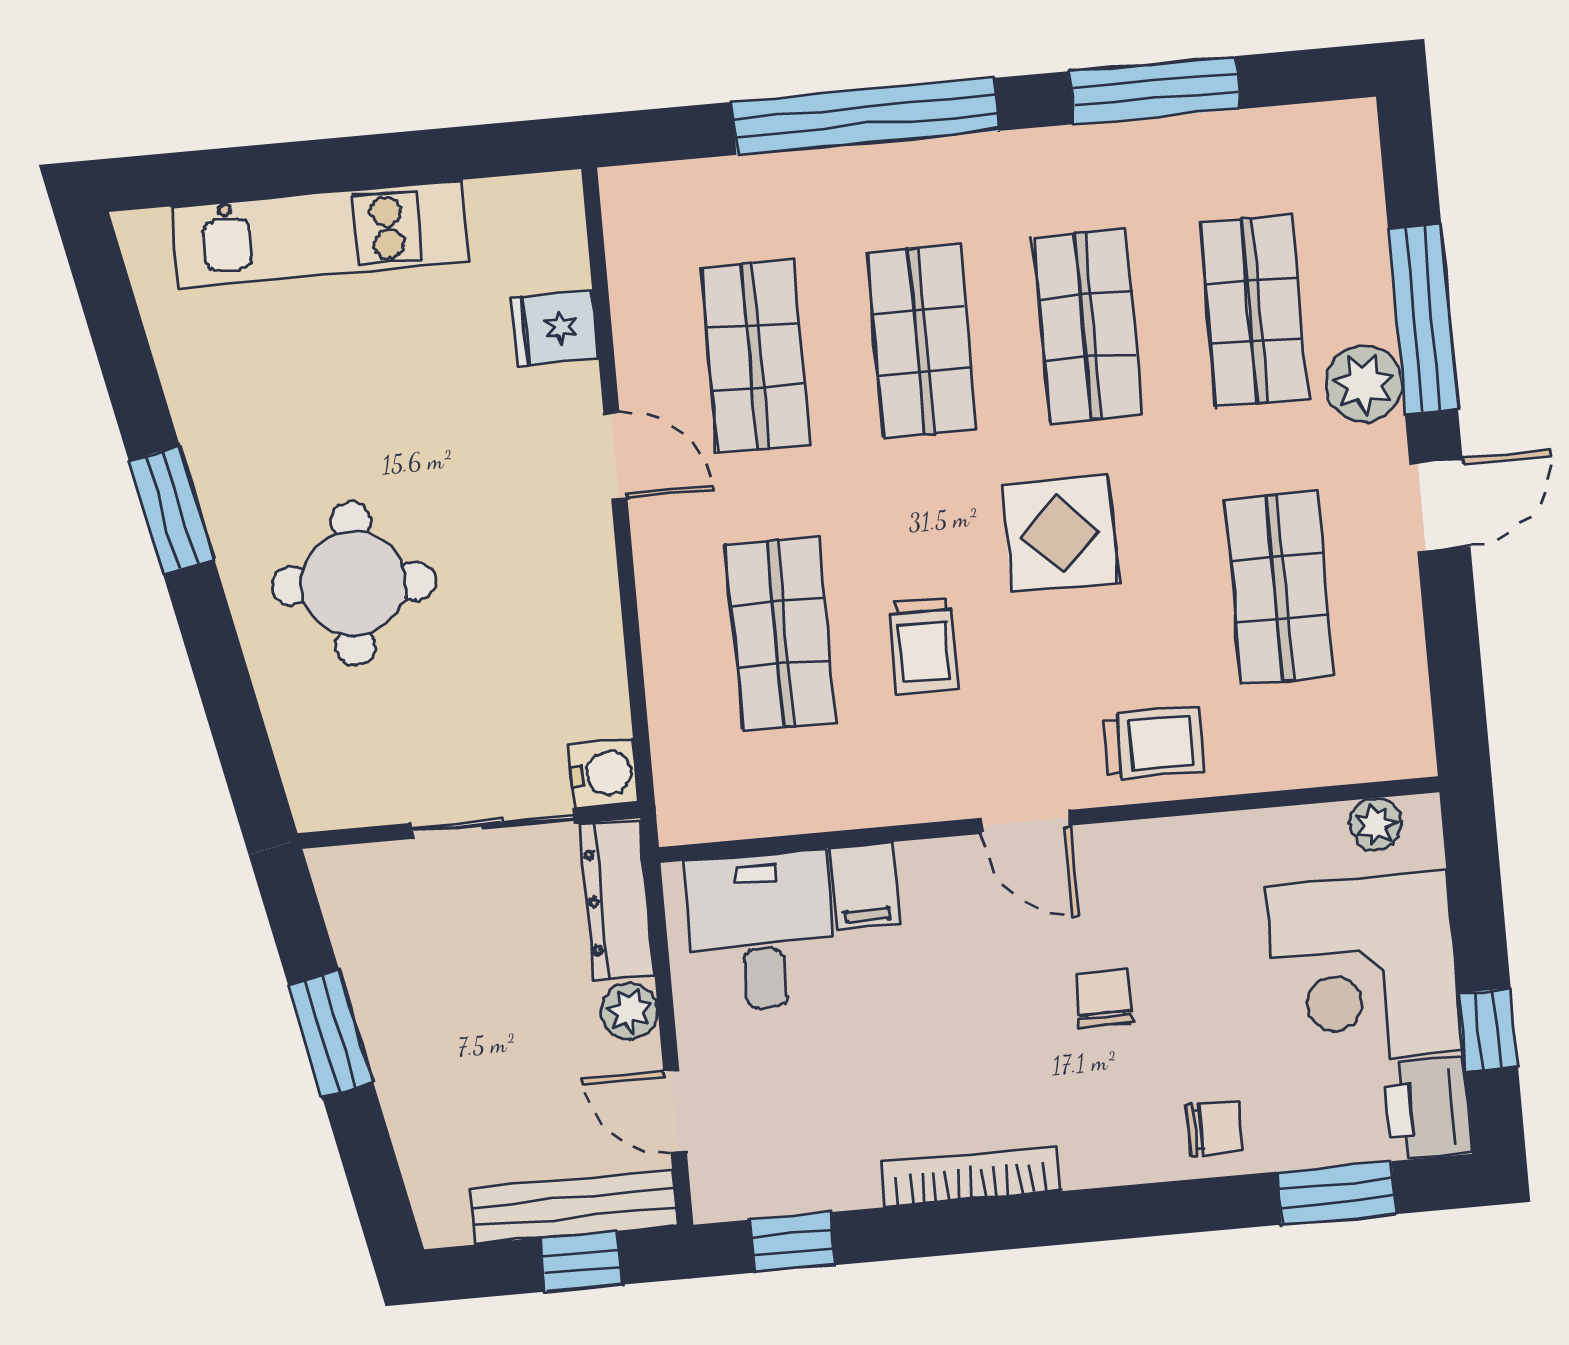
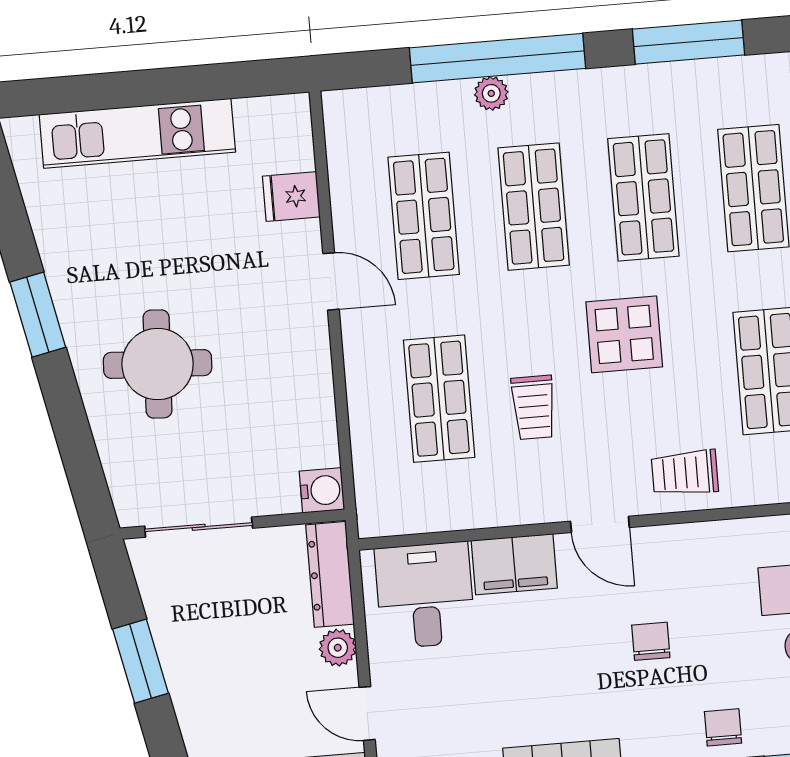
plant: (856, 170) -> (491, 93), added
trolley: (1154, 743) -> (685, 473), turned 180
sliding door: (493, 824) -> (199, 527), moved
filing cabinet: (865, 886) -> (514, 564), width x2.00
chair: (1214, 1128) -> (723, 727), turned -90

